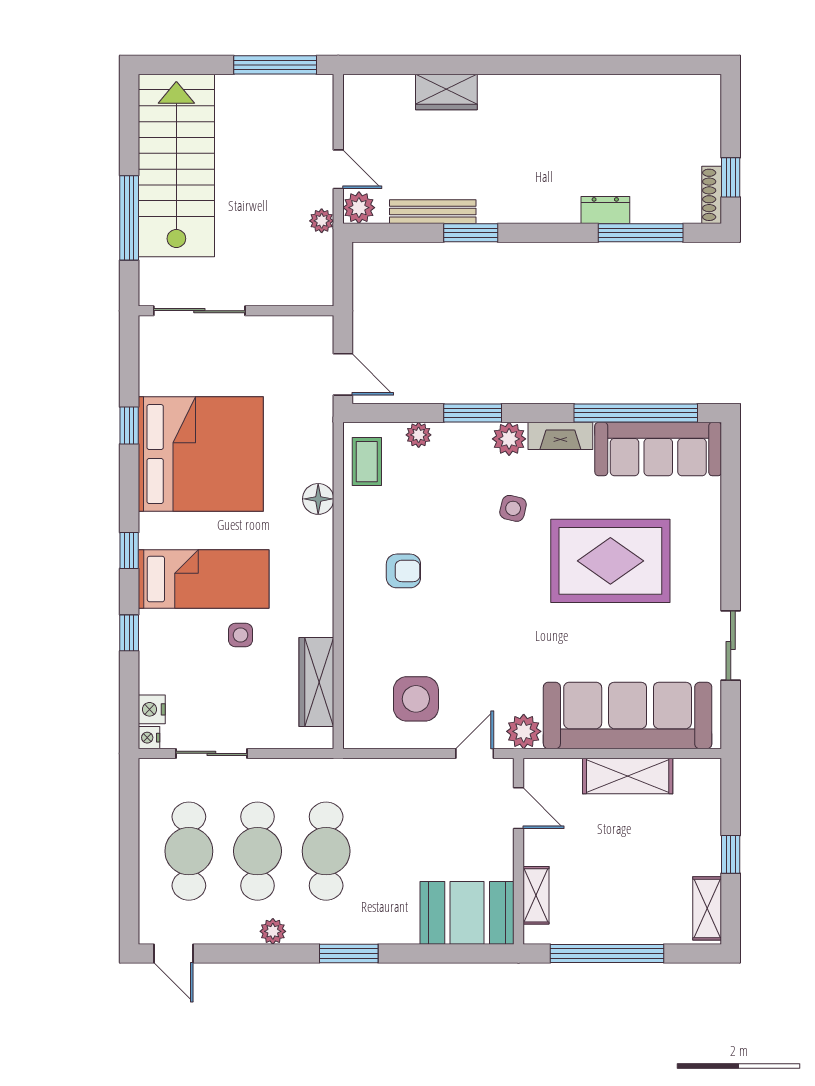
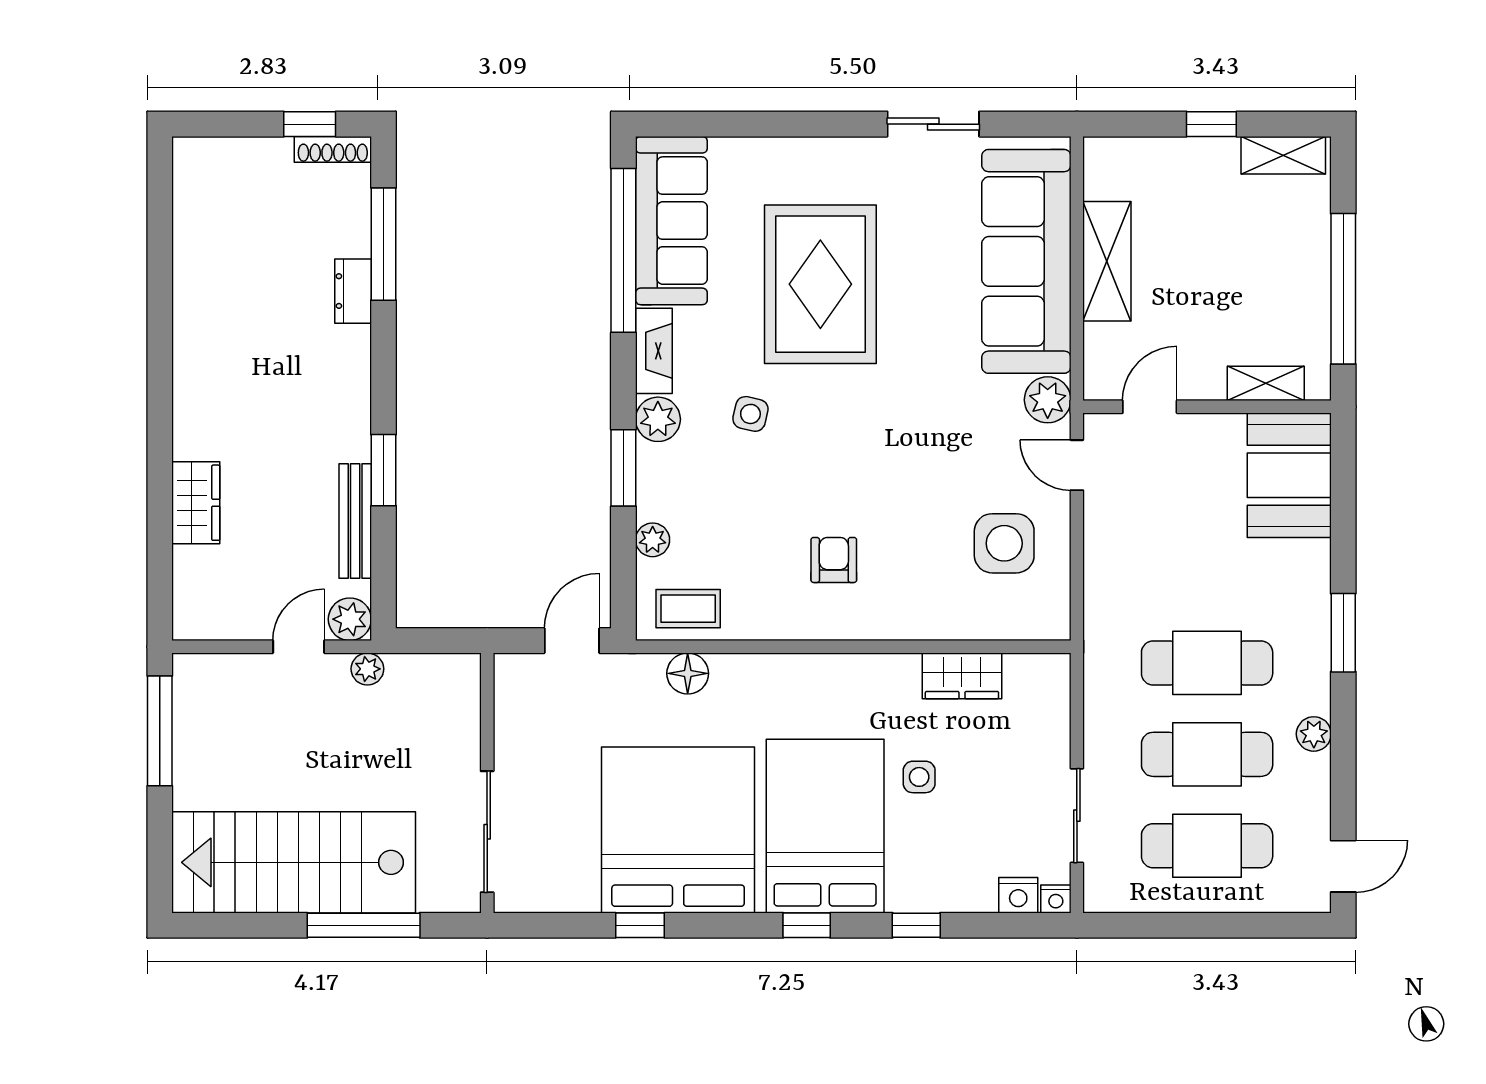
floor lamp: (318, 499) -> (688, 673), moved
bed: (204, 579) -> (825, 826), width x1.50
wardrobe: (316, 682) -> (962, 676), width x0.67

